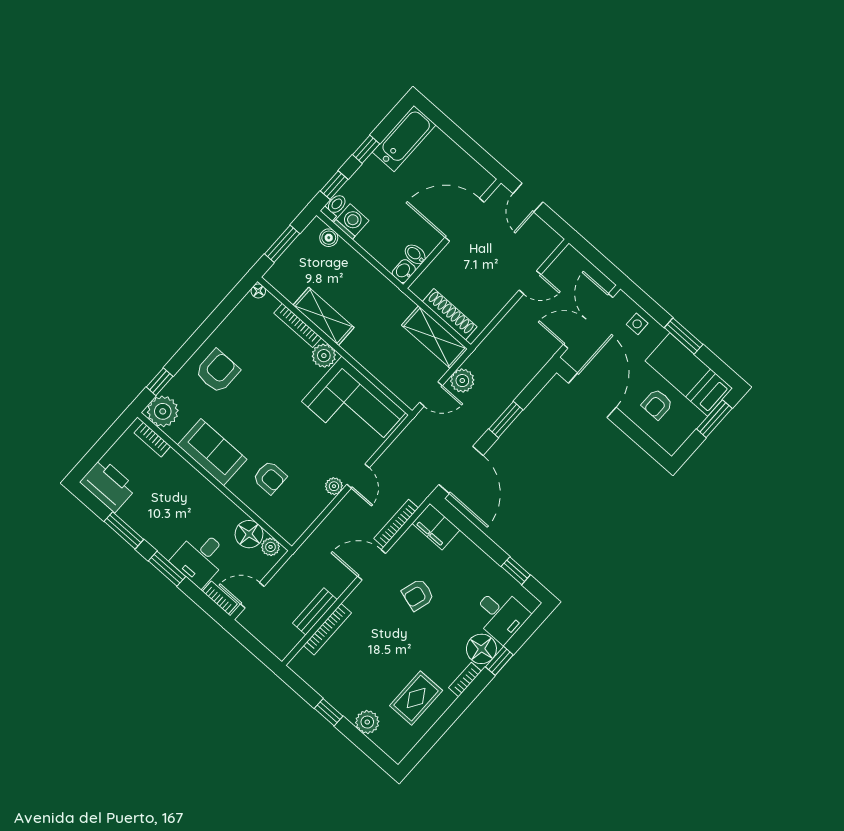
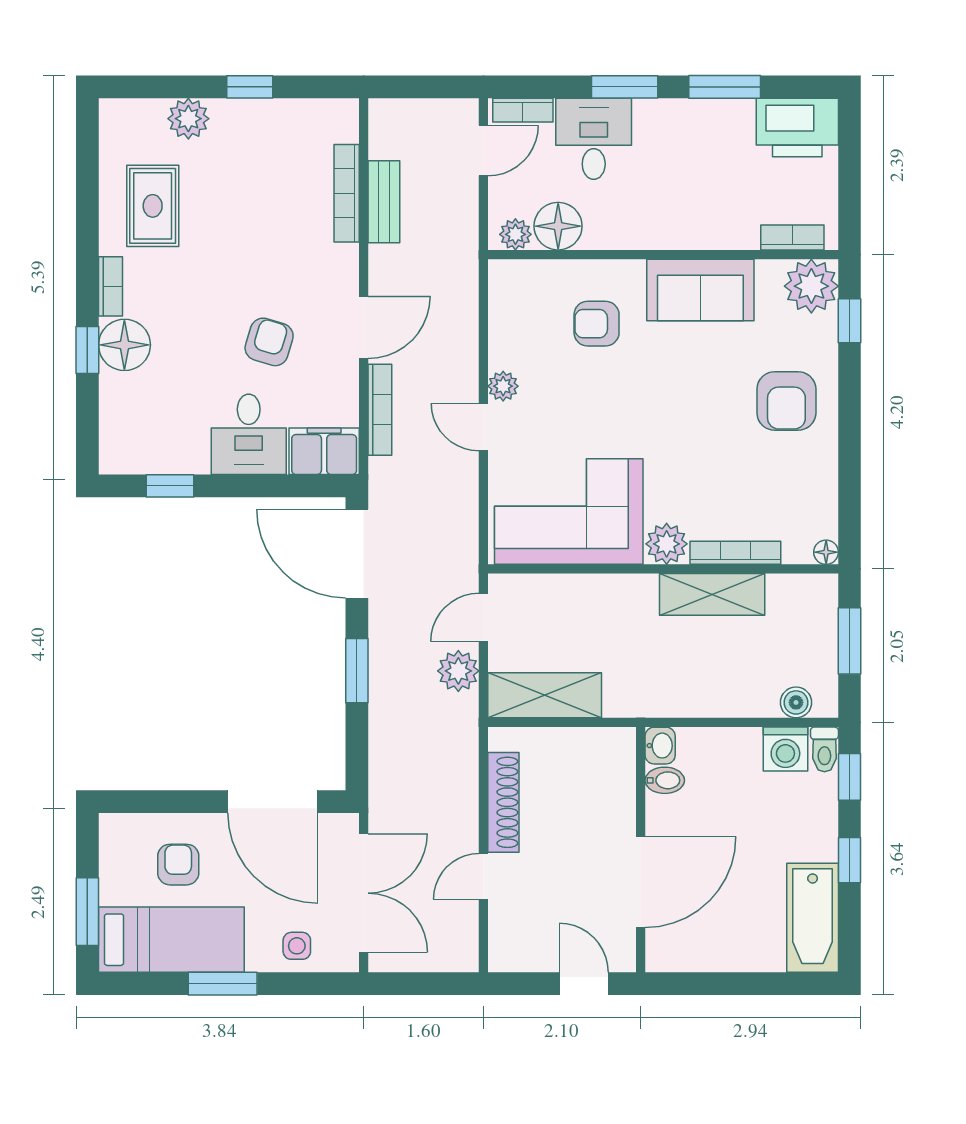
shoe rack: (450, 314) -> (503, 802), moved, turned -90
desk: (500, 615) -> (249, 434), moved, turned -90

